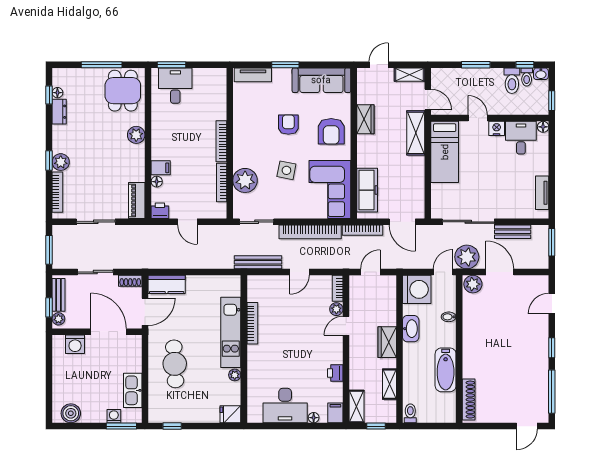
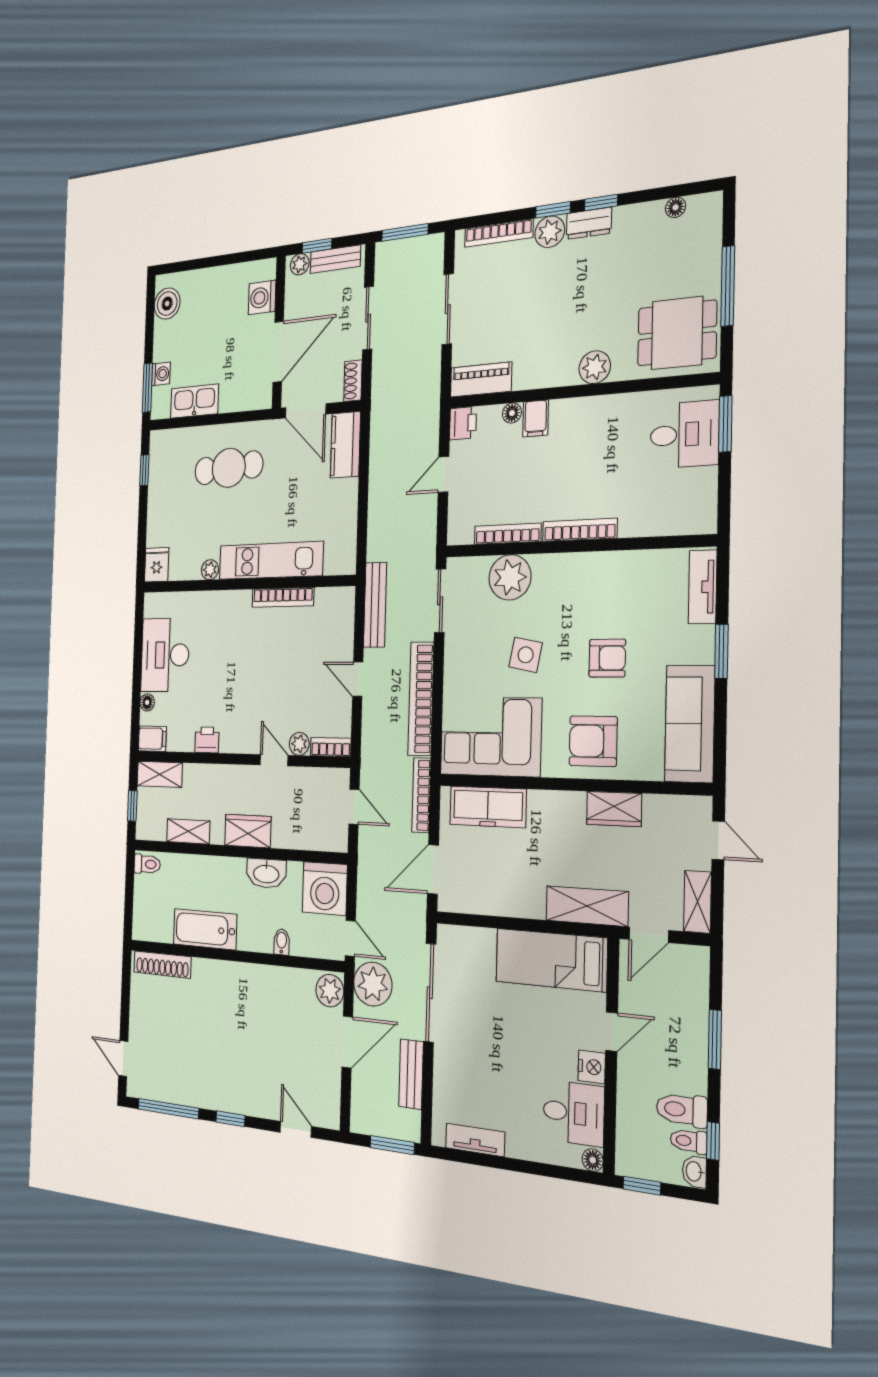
window: (49, 95) -> (601, 203), moved
dresser: (59, 112) -> (589, 223), moved

